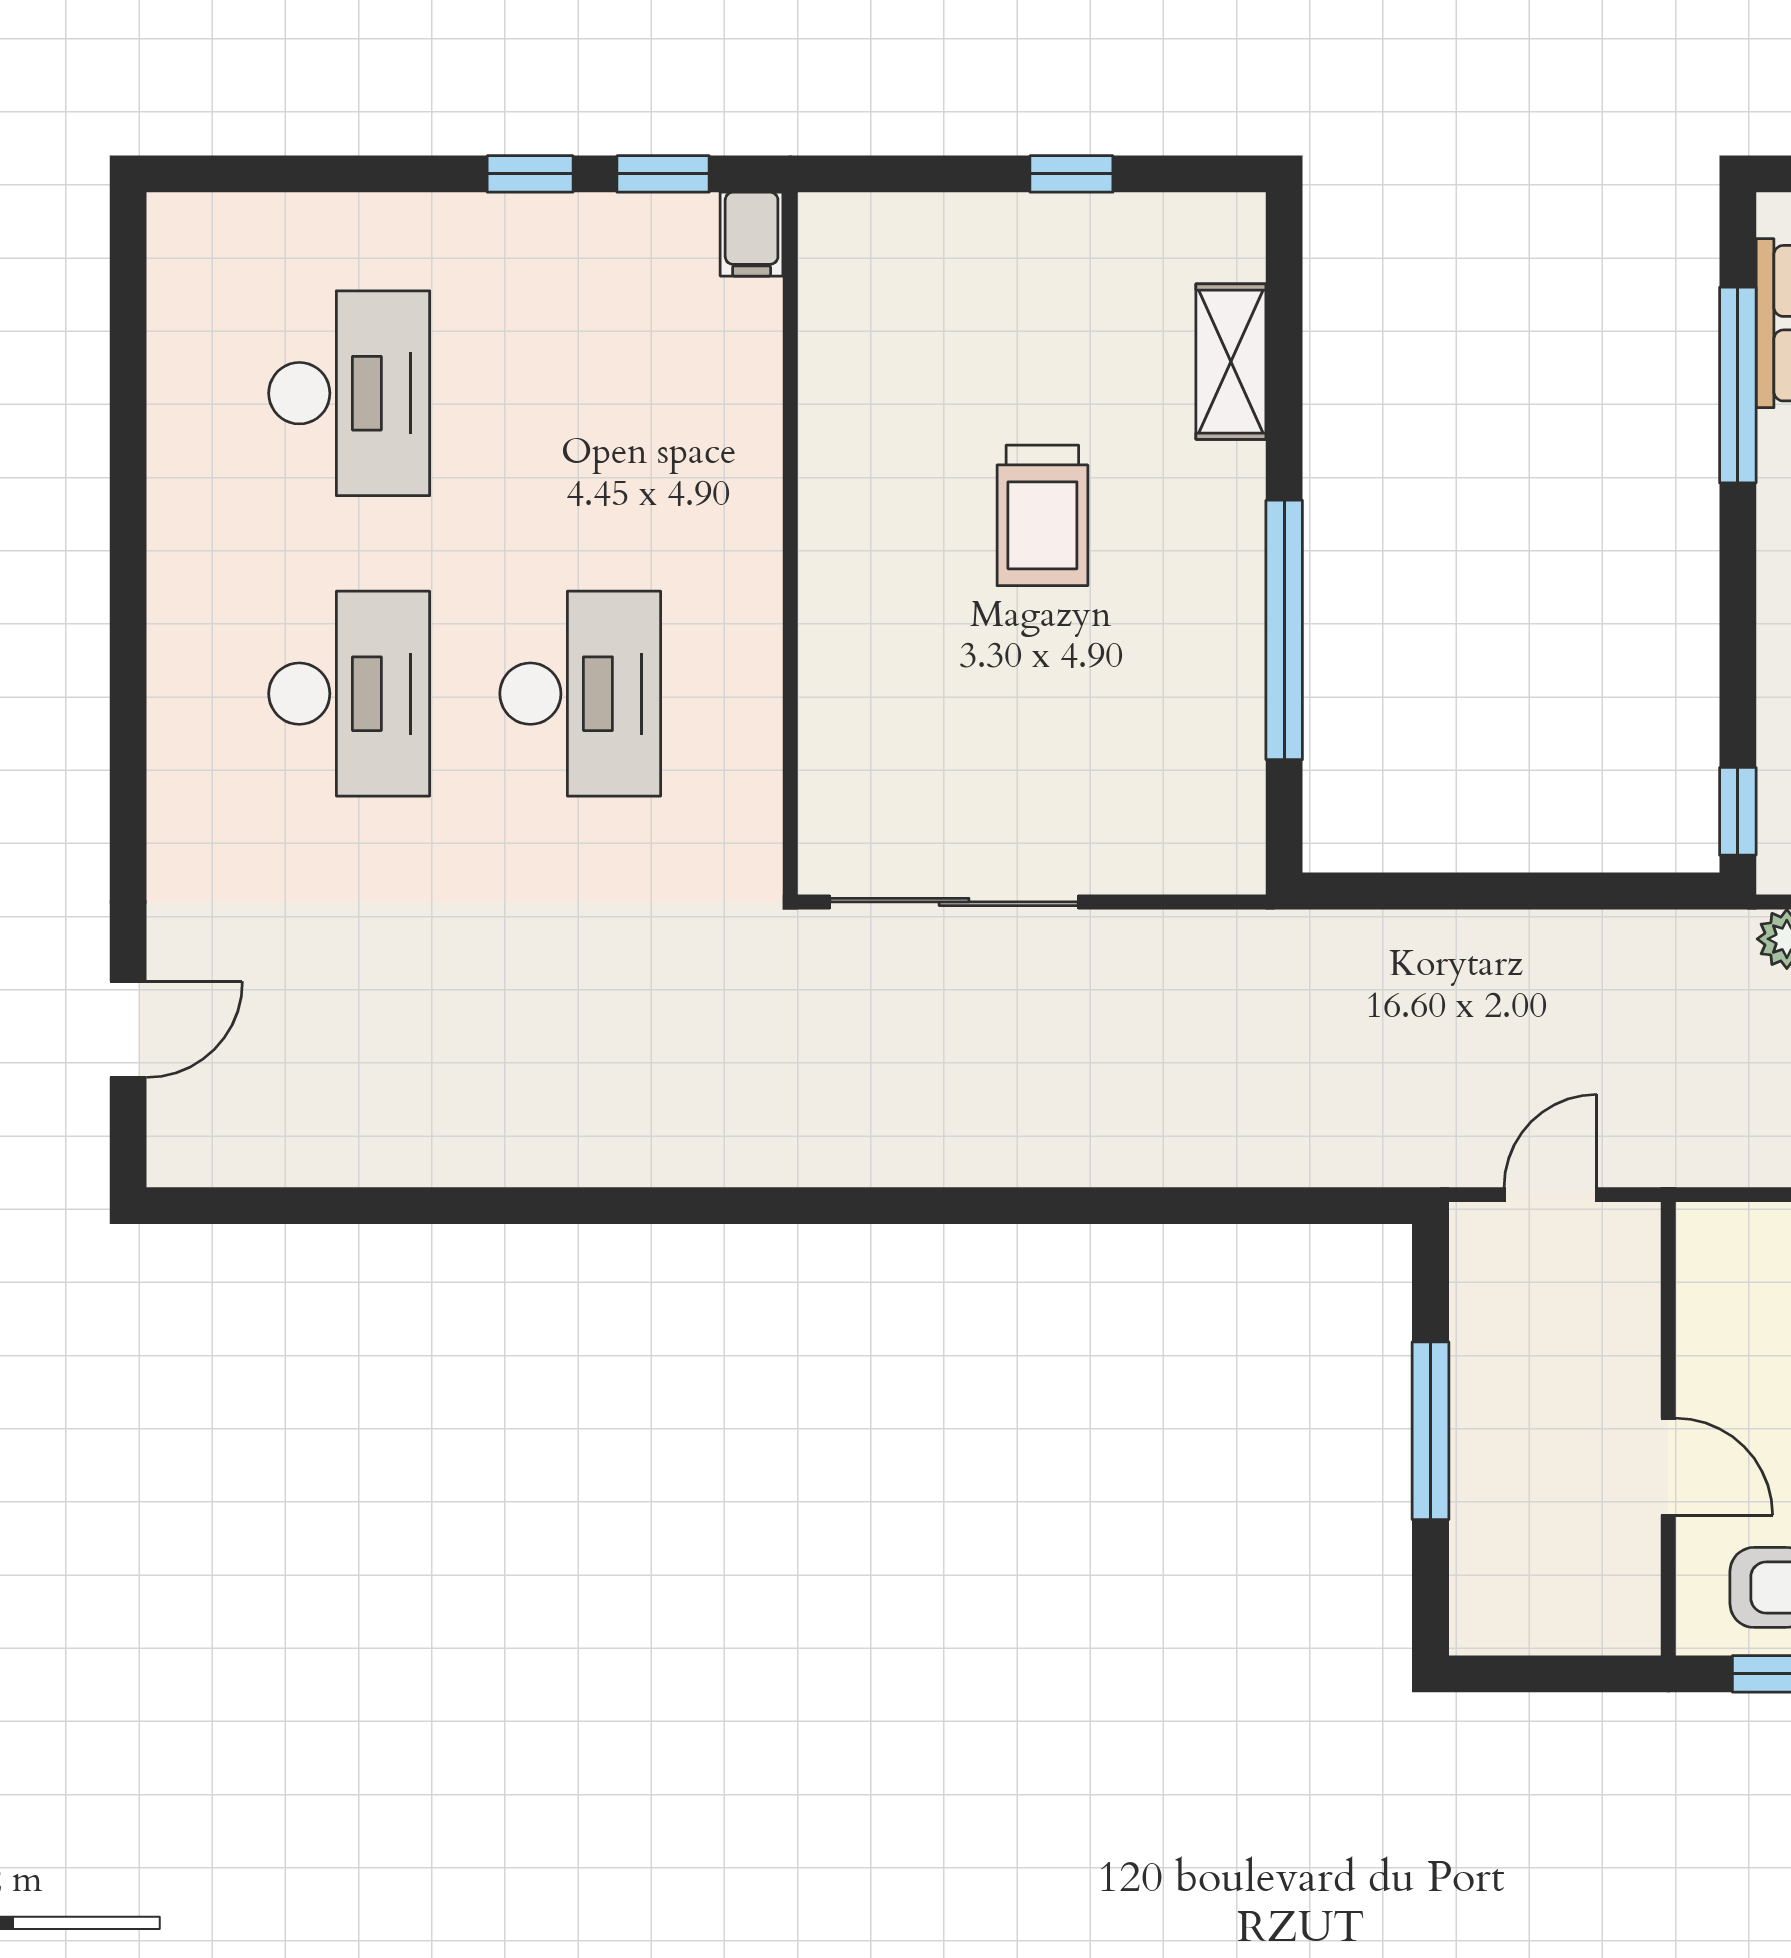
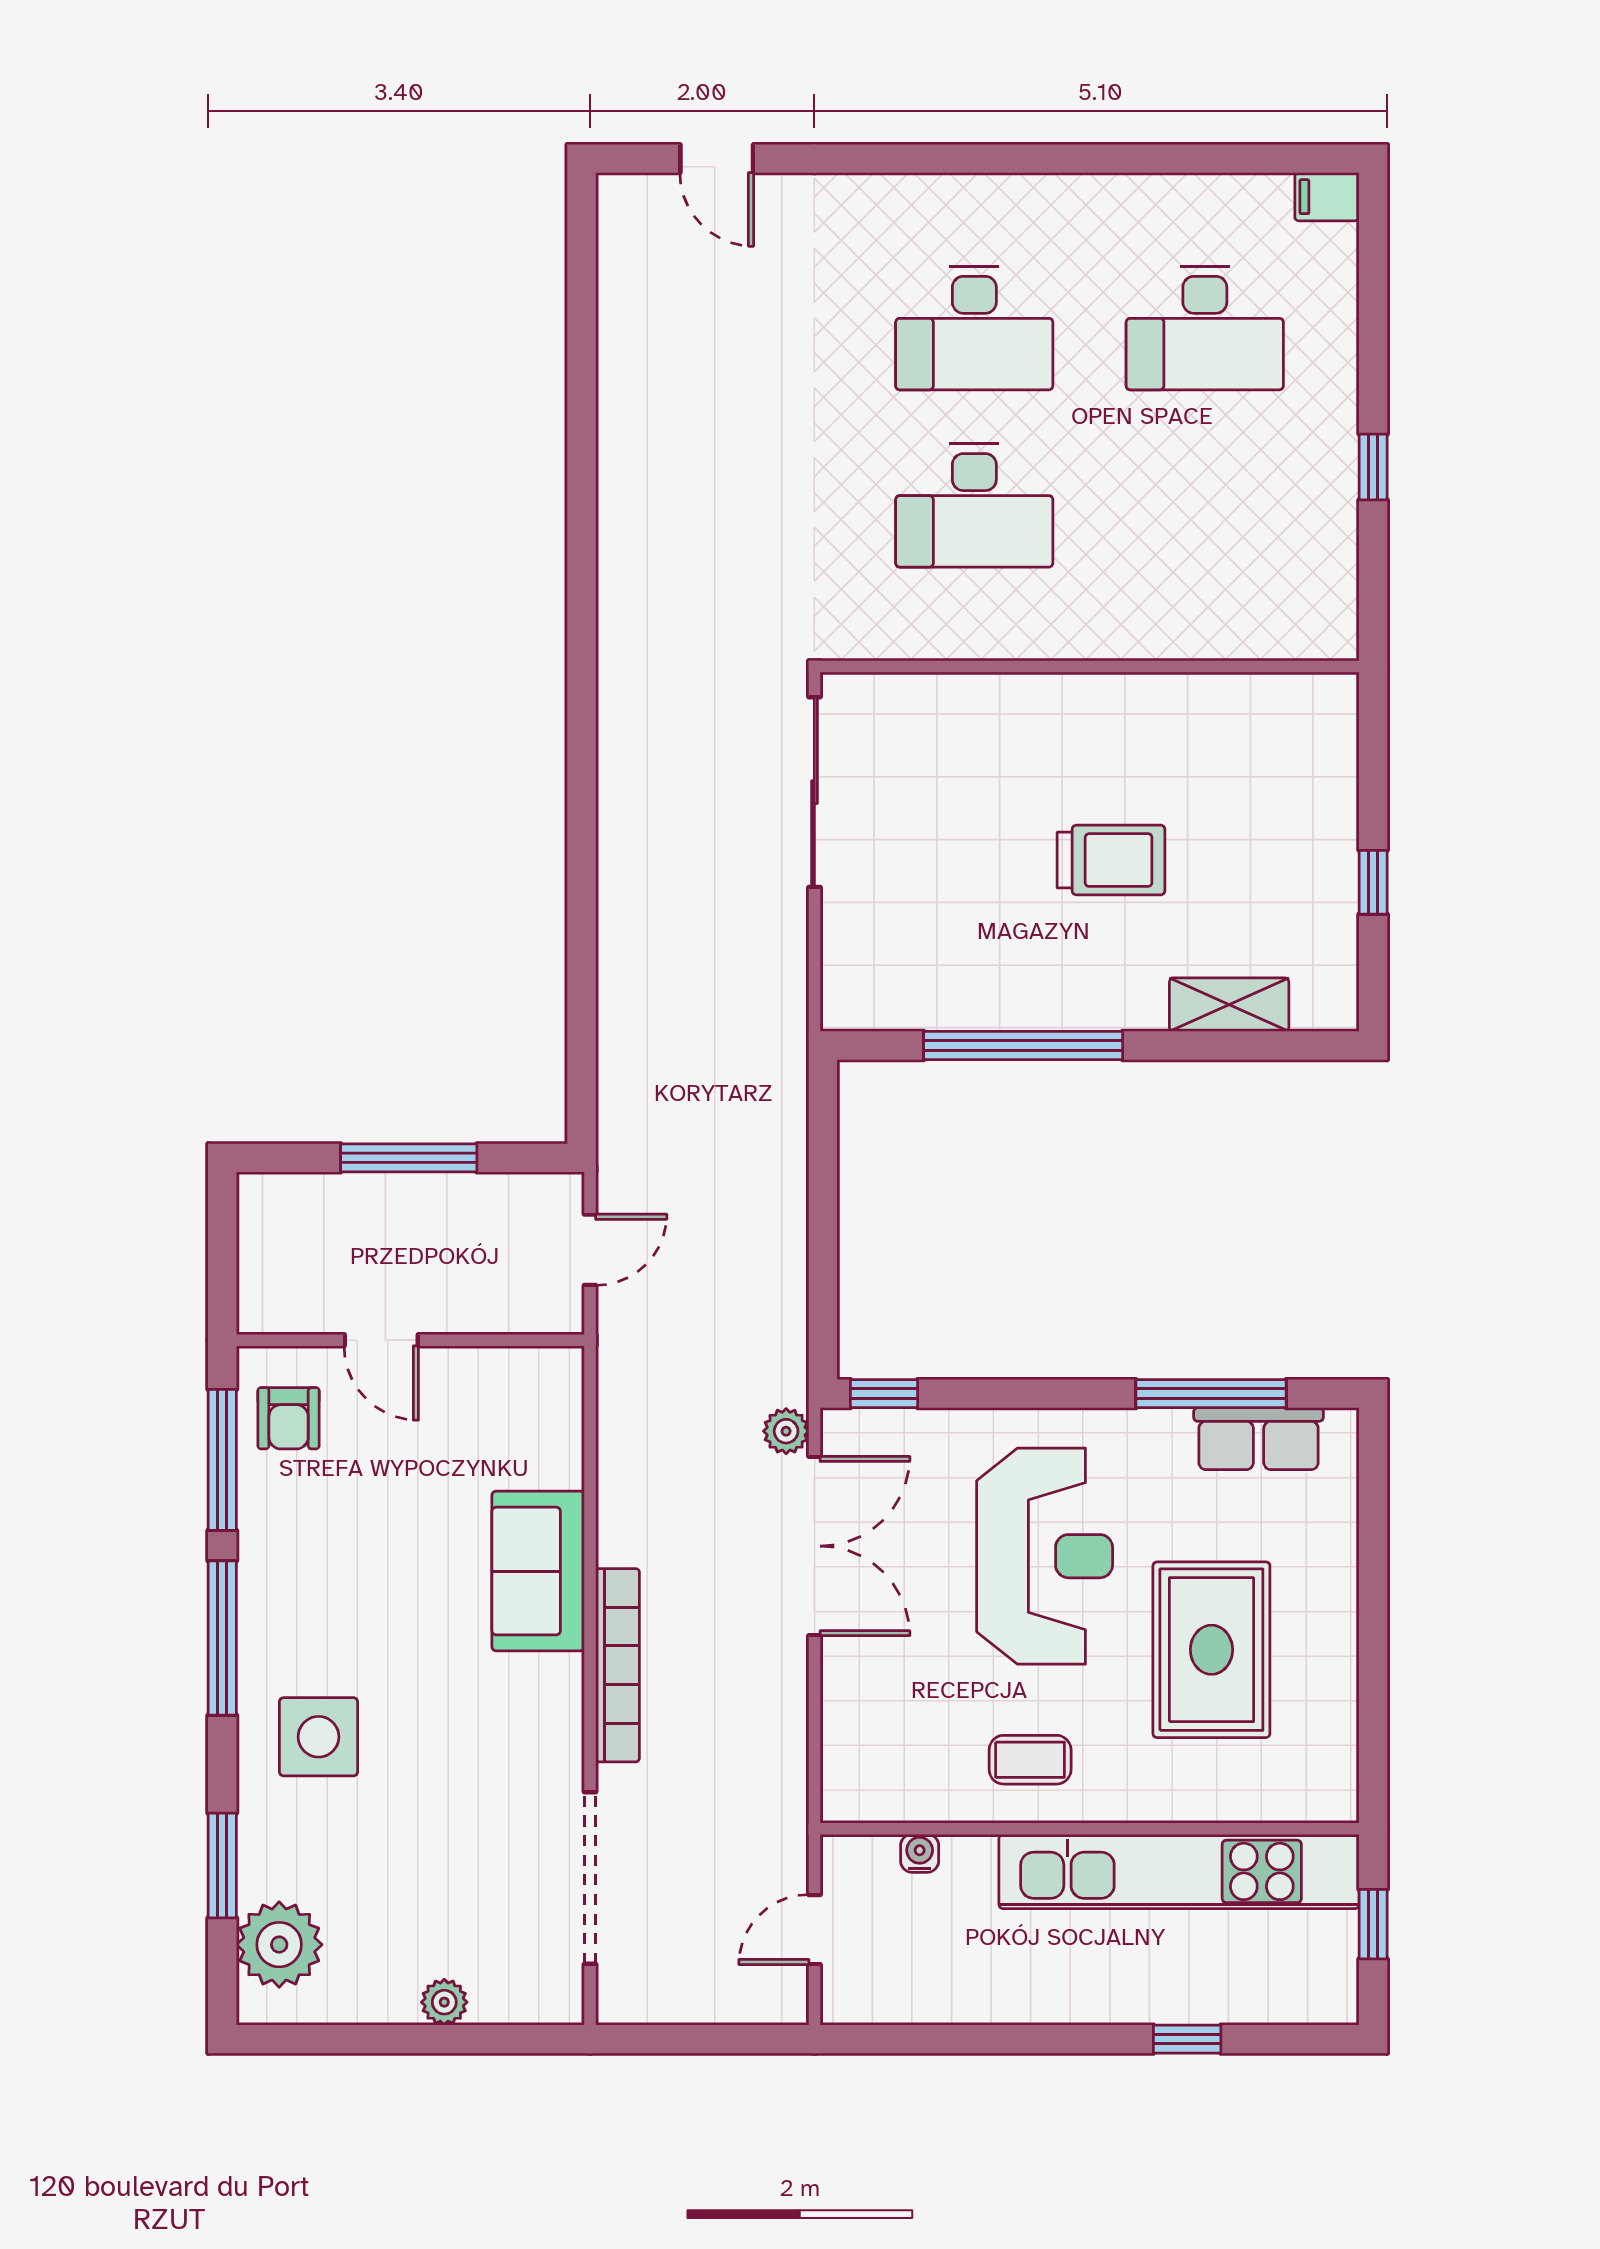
window: (663, 174) -> (1373, 569), removed
filing cabinet: (752, 234) -> (1327, 197), moved
trolley: (1042, 515) -> (1111, 860), turned 180
door: (1550, 1195) -> (590, 1250), hinge flipped
door: (1668, 1467) -> (381, 1340), hinge flipped

